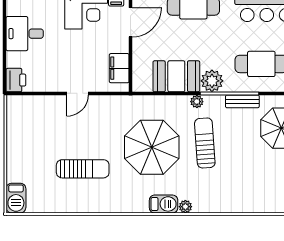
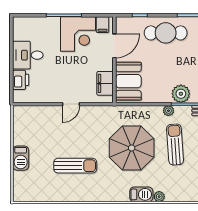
booth: (176, 76) -> (128, 81), moved, turned 90
printer: (16, 80) -> (21, 80), moved
barbecue: (16, 198) -> (21, 158), moved

